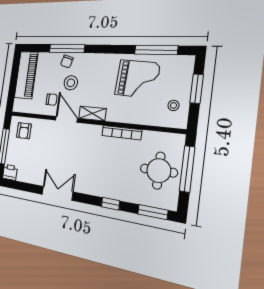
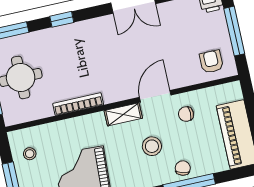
stool: (71, 83) -> (152, 146), moved
door: (66, 119) -> (155, 96), swing flipped

